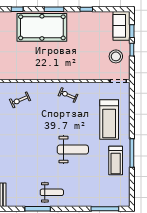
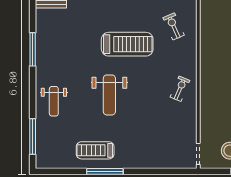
treadmill: (109, 119) -> (127, 44), moved, turned 180
weight bench: (52, 192) -> (54, 101), moved

